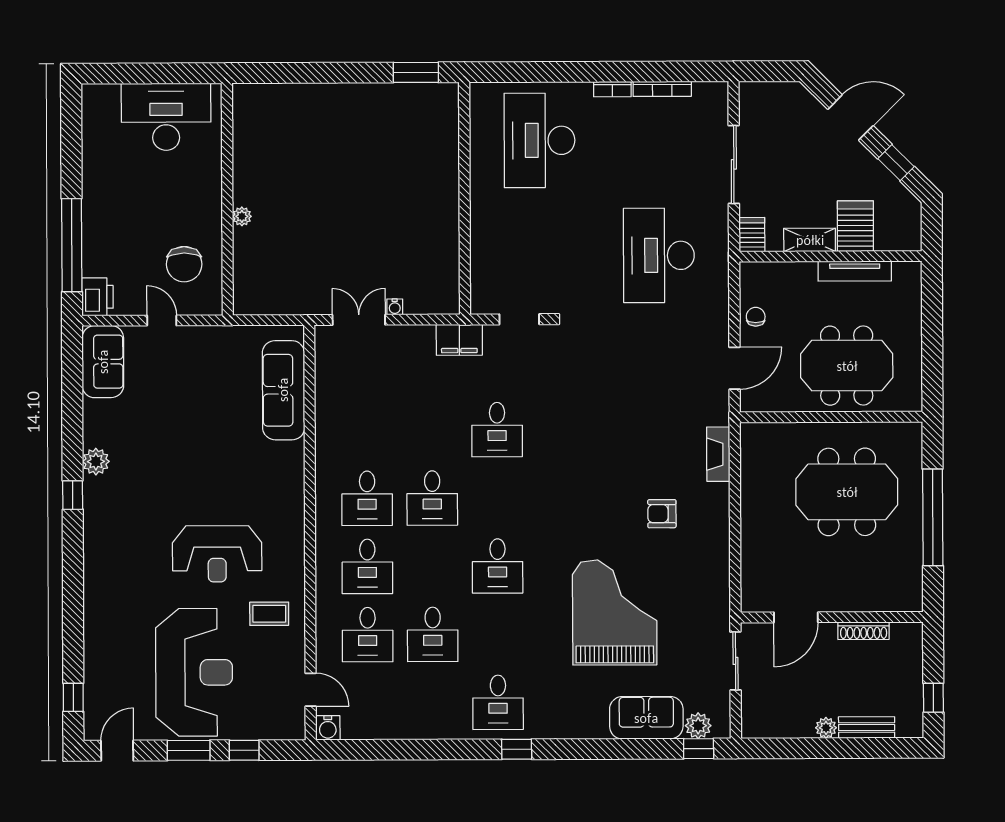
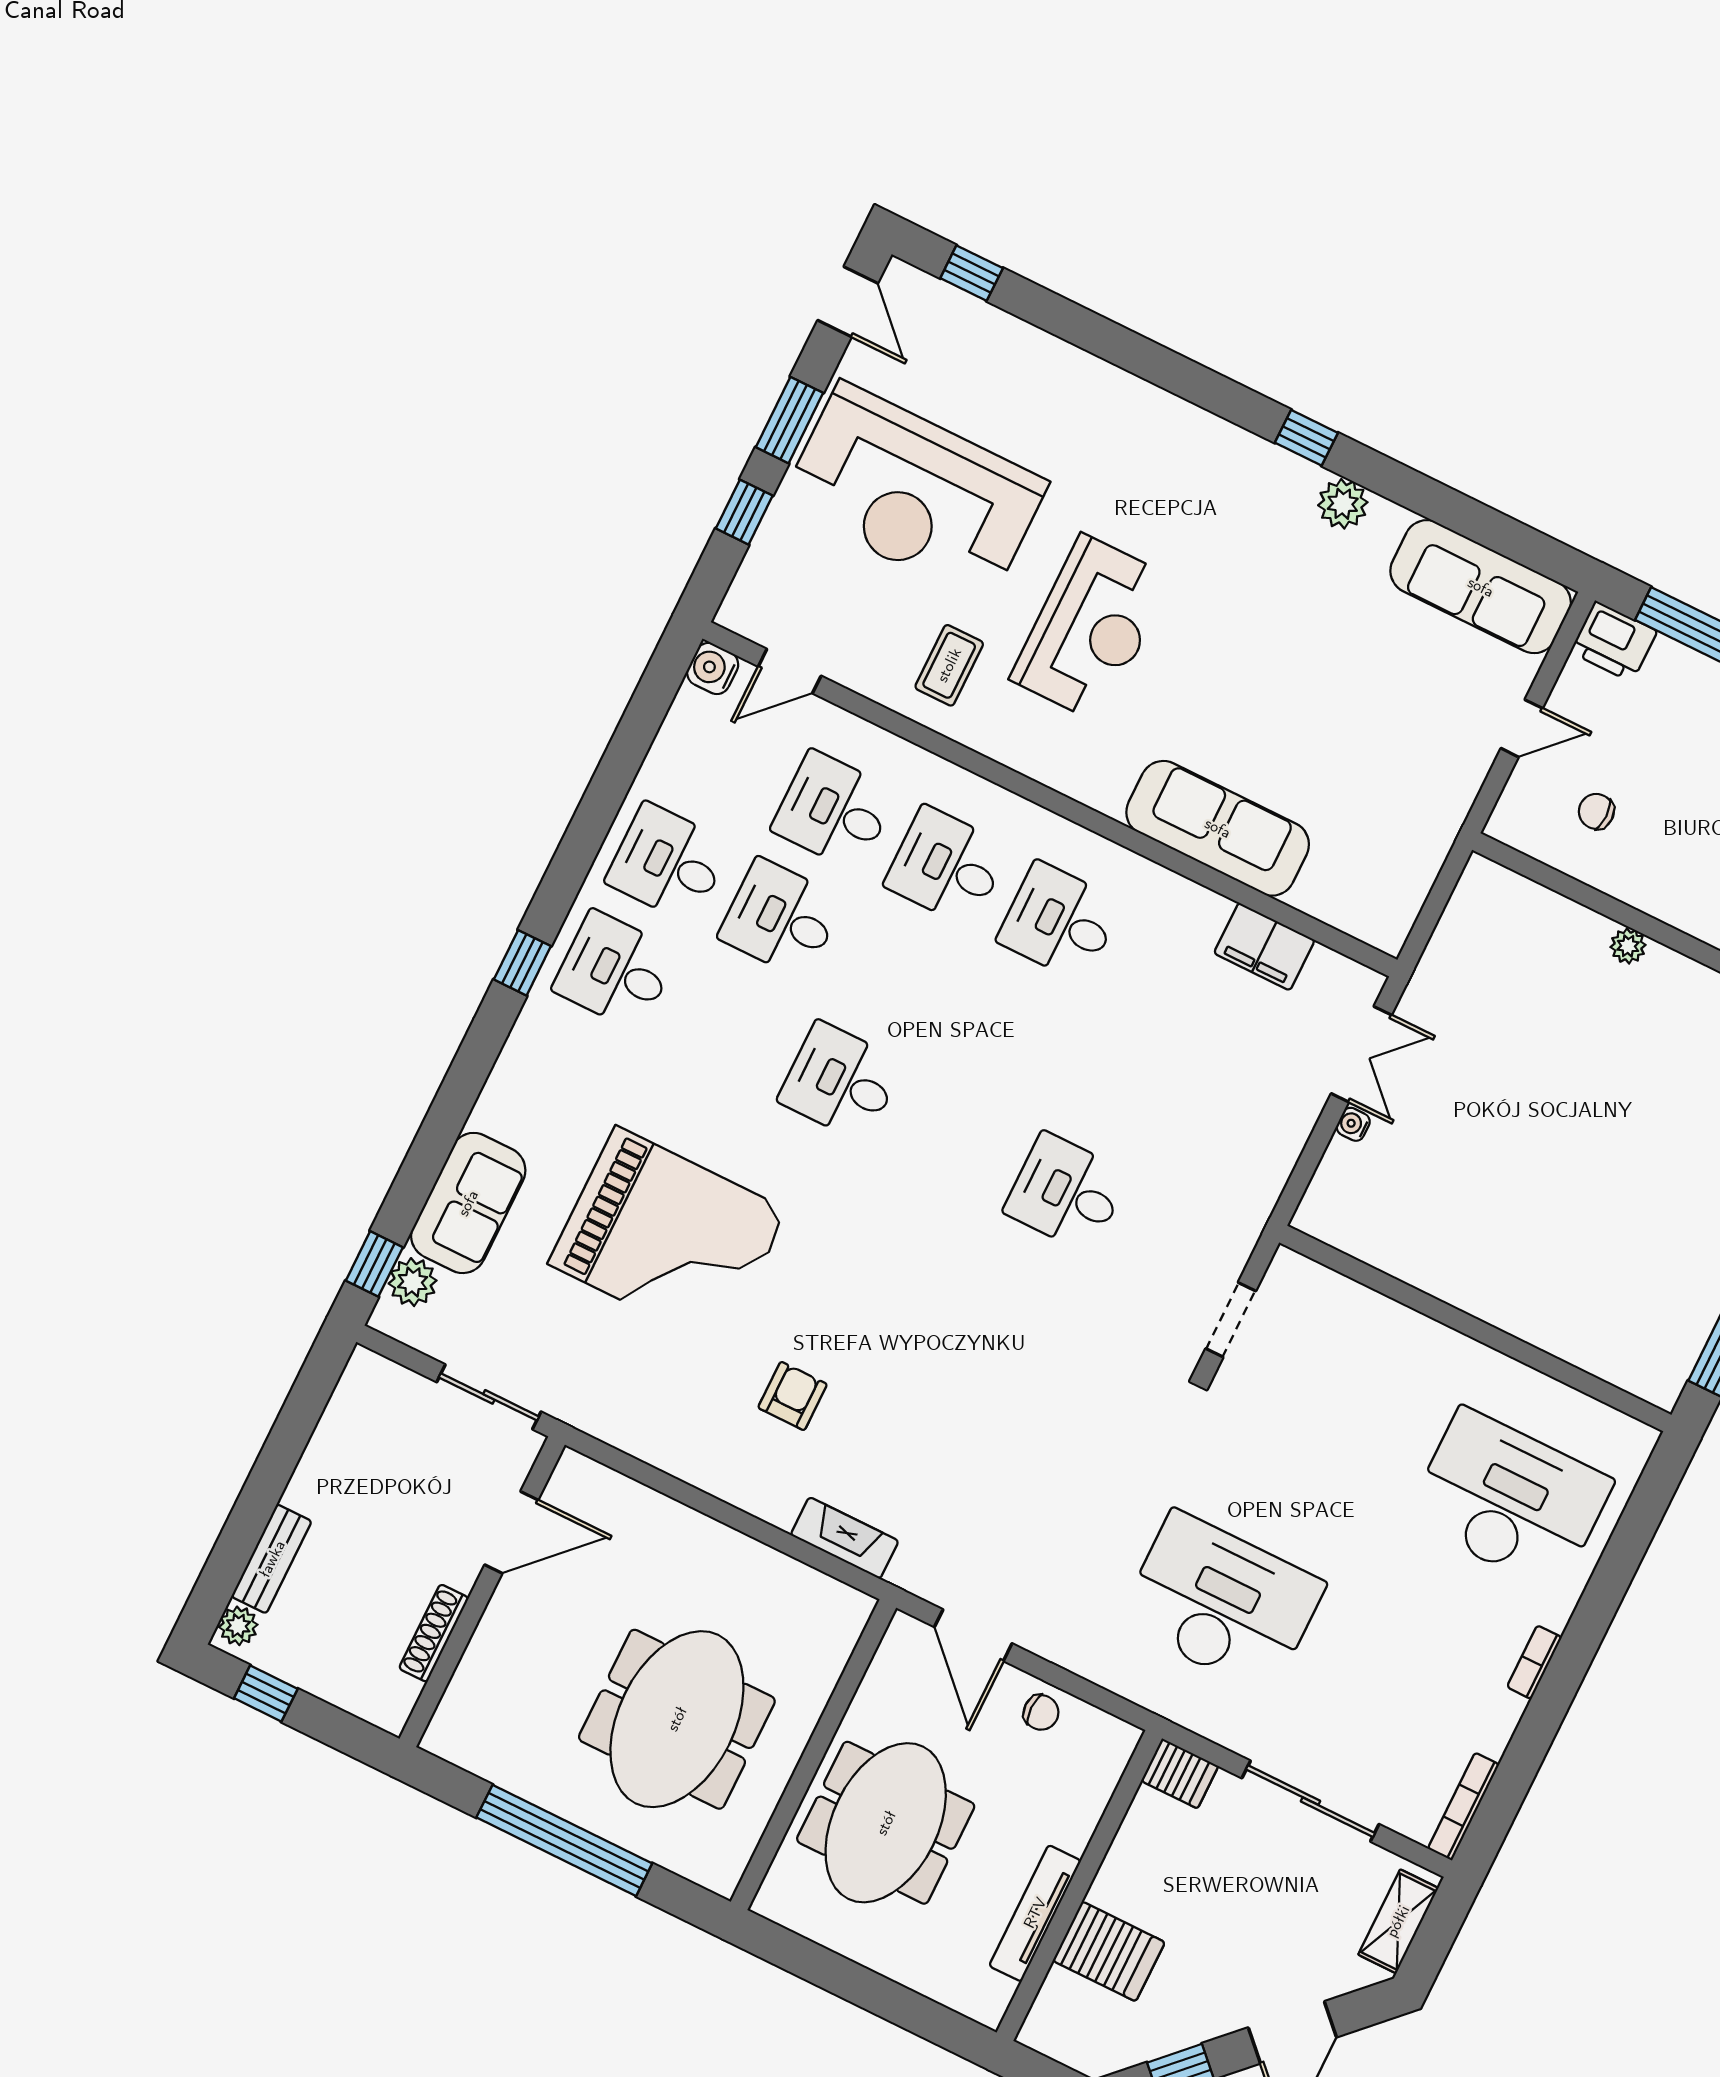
bookcase: (662, 89) -> (1463, 1806), moved
shelving: (810, 240) -> (1398, 1921), moved
chair: (184, 264) -> (1596, 811), width x0.54, depth x0.54
filing cabinet: (459, 340) -> (1264, 947), moved, turned -90
sofa: (103, 362) -> (1481, 587), width x1.36
sofa: (283, 390) -> (1218, 828), moved
desk: (432, 498) -> (668, 863), moved
reception desk: (217, 554) -> (1091, 628), turned 180
door: (796, 617) -> (511, 1532), swing flipped
plant: (826, 728) -> (238, 1626), moved

